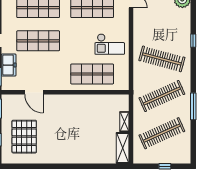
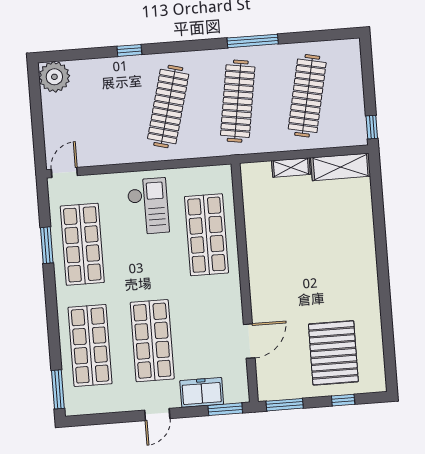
clothes rail: (162, 96) -> (238, 101), turned 33
clothes rail: (162, 133) -> (307, 96), turned 36
pallet: (24, 137) -> (333, 353), turned 90
window: (165, 166) -> (372, 127), moved

